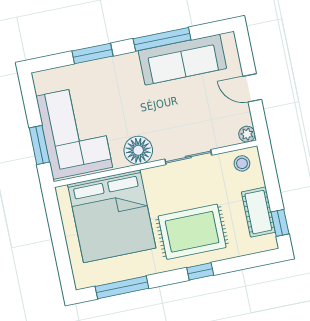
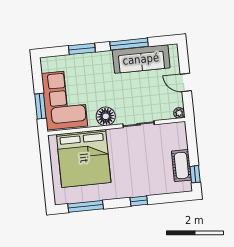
stool: (242, 163) -> (174, 132), removed
rug: (192, 232) -> (136, 174), removed

